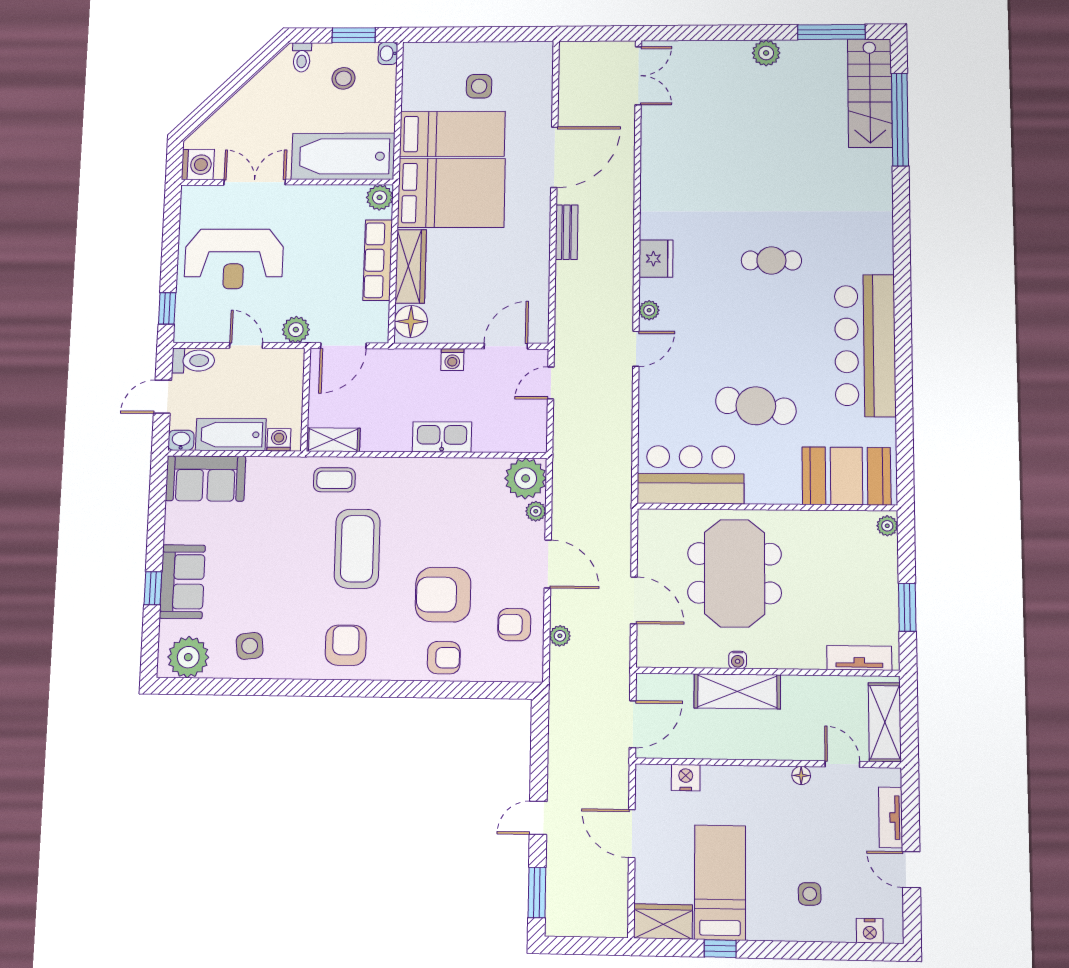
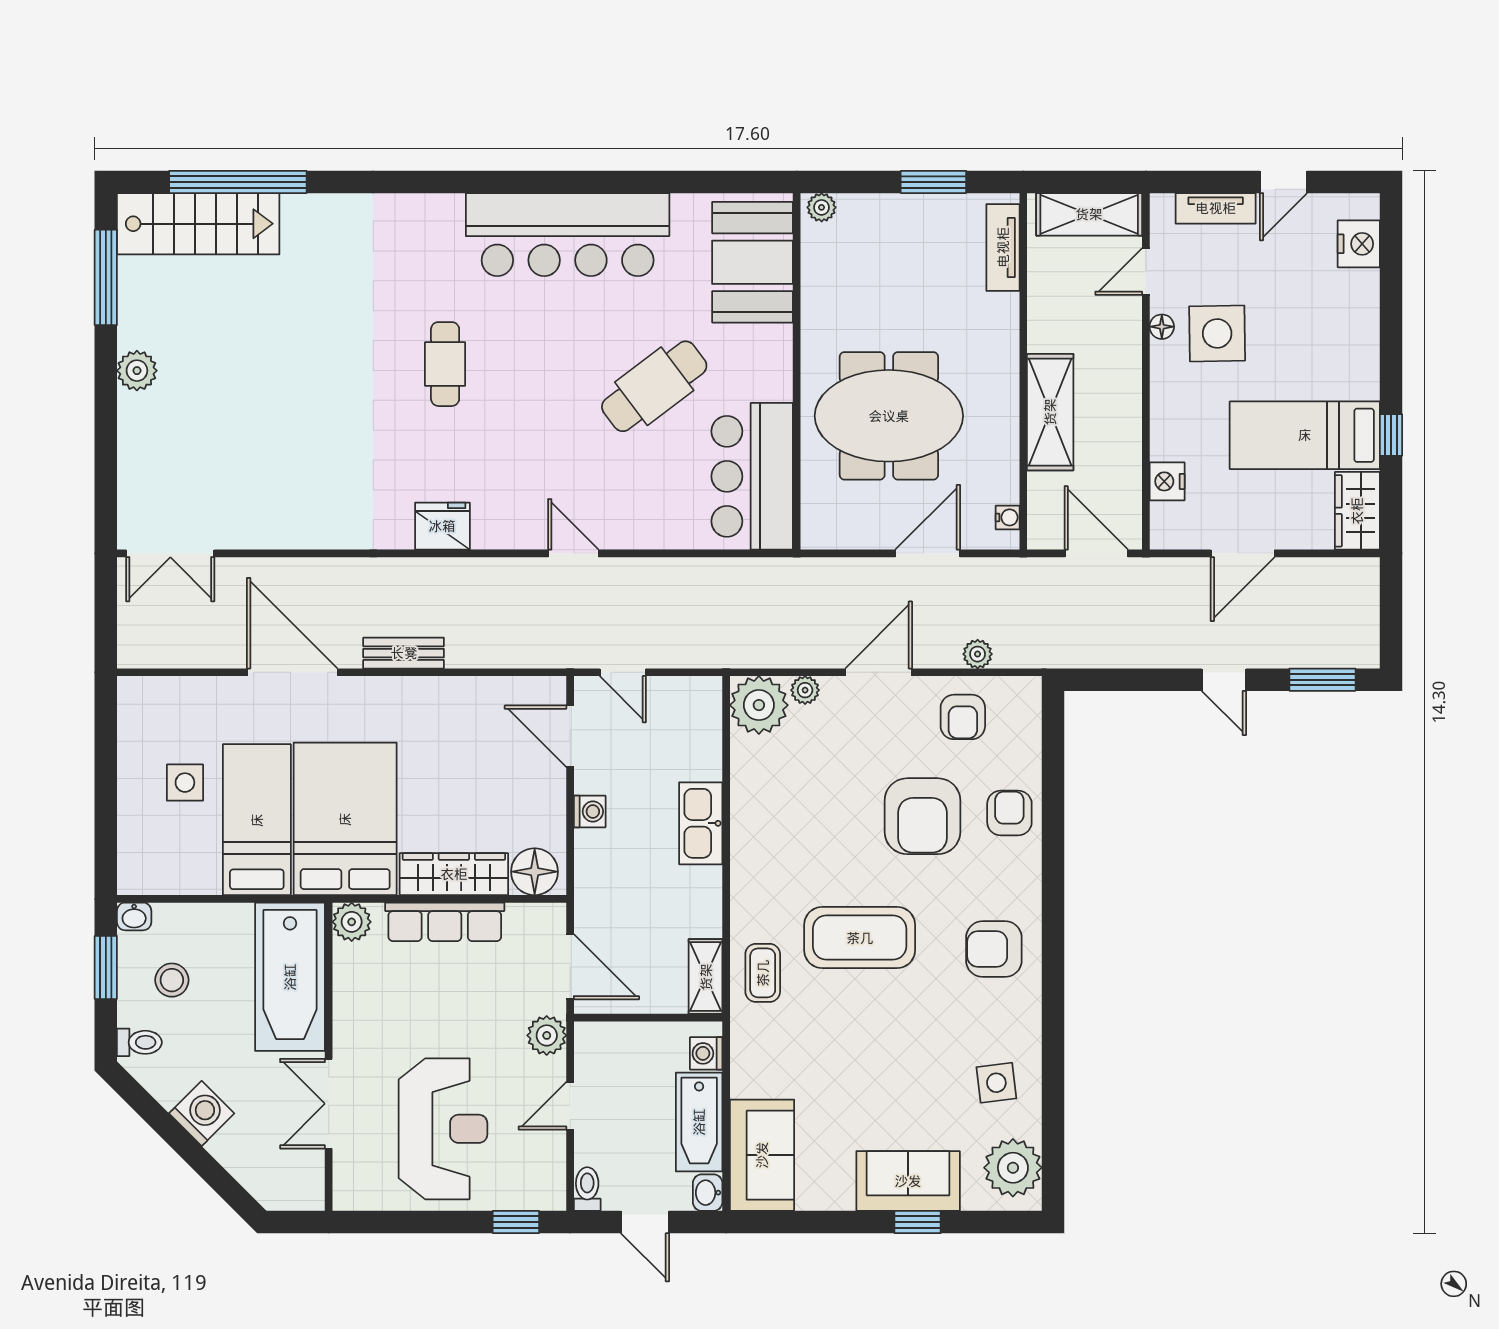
double door: (638, 76) -> (170, 553), swing flipped
washing machine: (198, 165) -> (202, 1113), moved, turned 45
plant: (649, 310) -> (518, 535), removed
toilet: (193, 361) -> (587, 1189), width x0.73, depth x0.72
cafe table: (756, 406) -> (654, 386), turned 42
water cooler: (738, 660) -> (1008, 517), moved
side table: (810, 894) -> (1217, 333), moved, width x1.87, depth x1.87
nightstand: (870, 931) -> (1359, 244), width x1.36, depth x1.33

